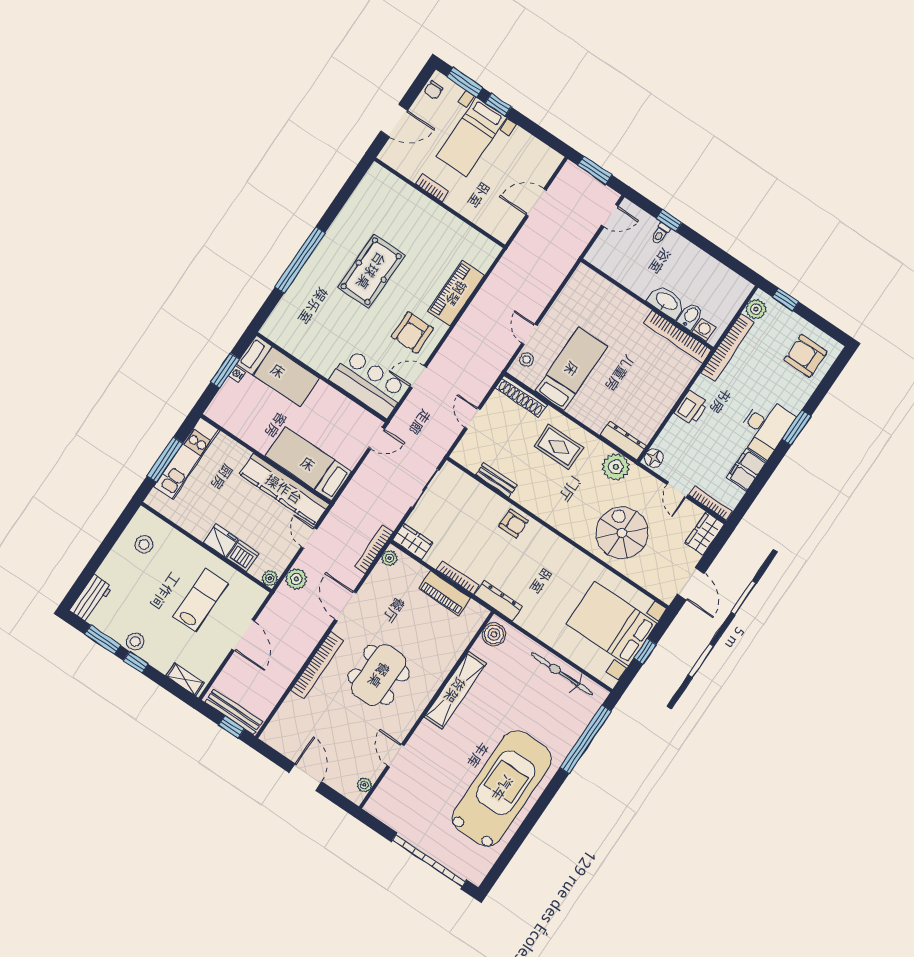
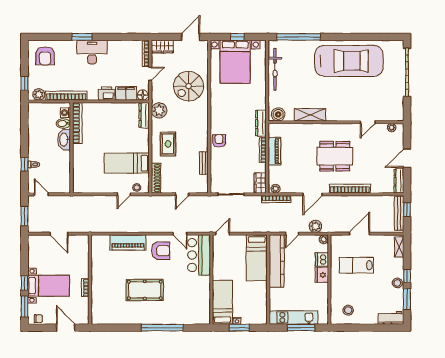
door: (376, 438) -> (223, 234), hinge flipped
filing cabinet: (746, 470) -> (126, 93), moved, turned 180
shelving: (455, 690) -> (310, 115), width x0.68
dresser: (281, 743) -> (399, 181), added
car: (502, 788) -> (349, 61), turned 180

